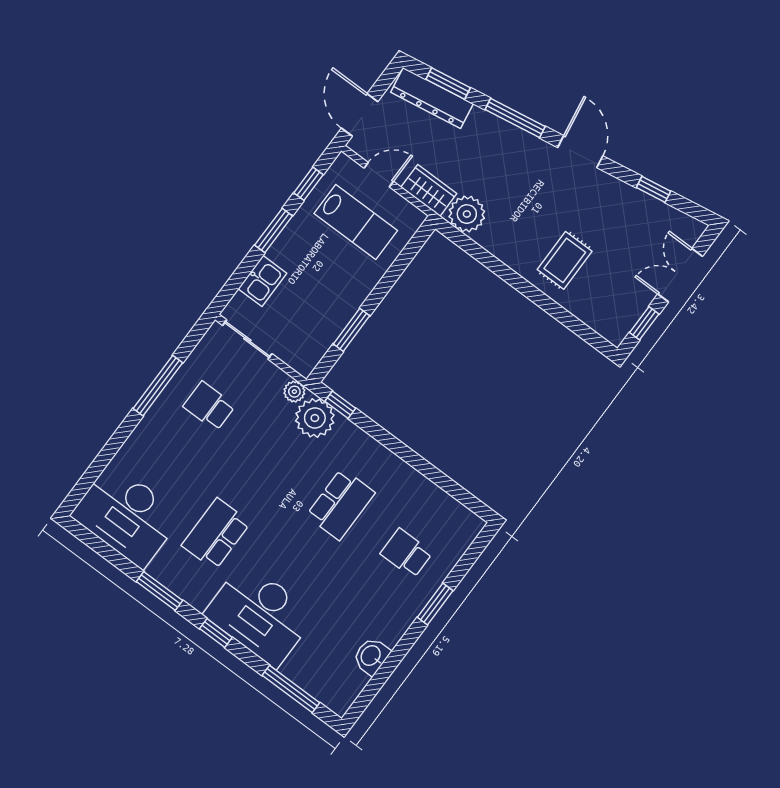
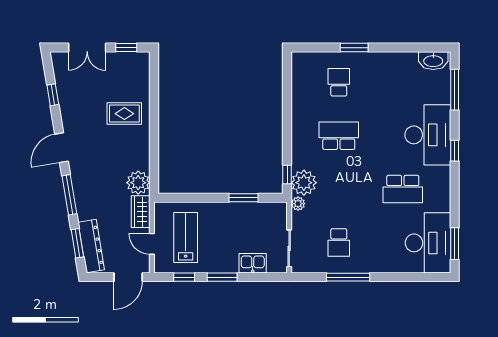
school desk: (406, 553) -> (339, 82), turned 180
window: (160, 591) -> (455, 244), moved
washbasin: (371, 656) -> (433, 61), moved, width x1.38

